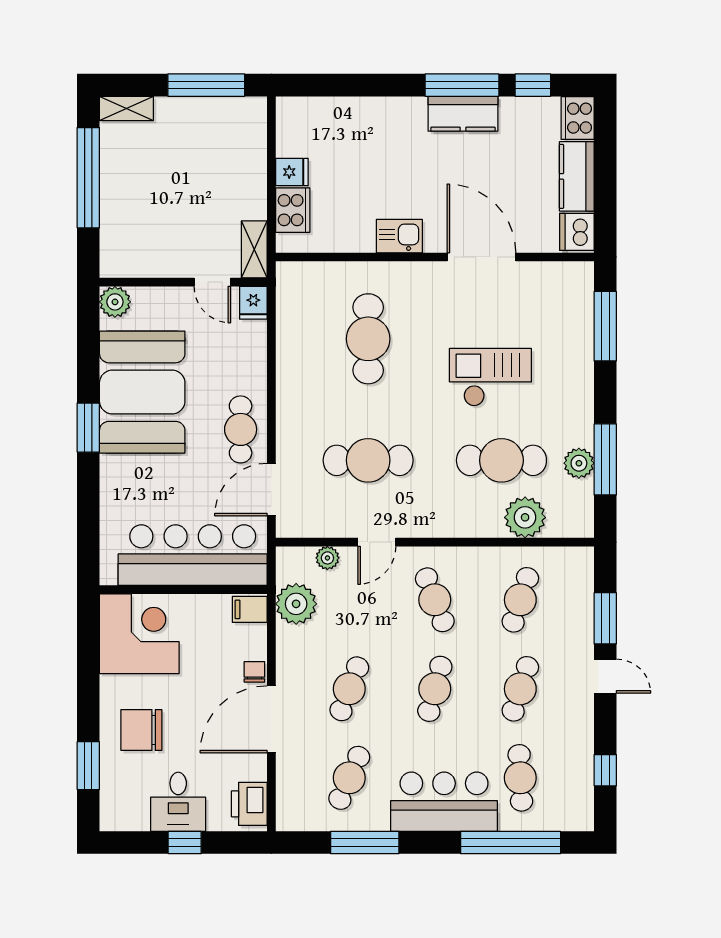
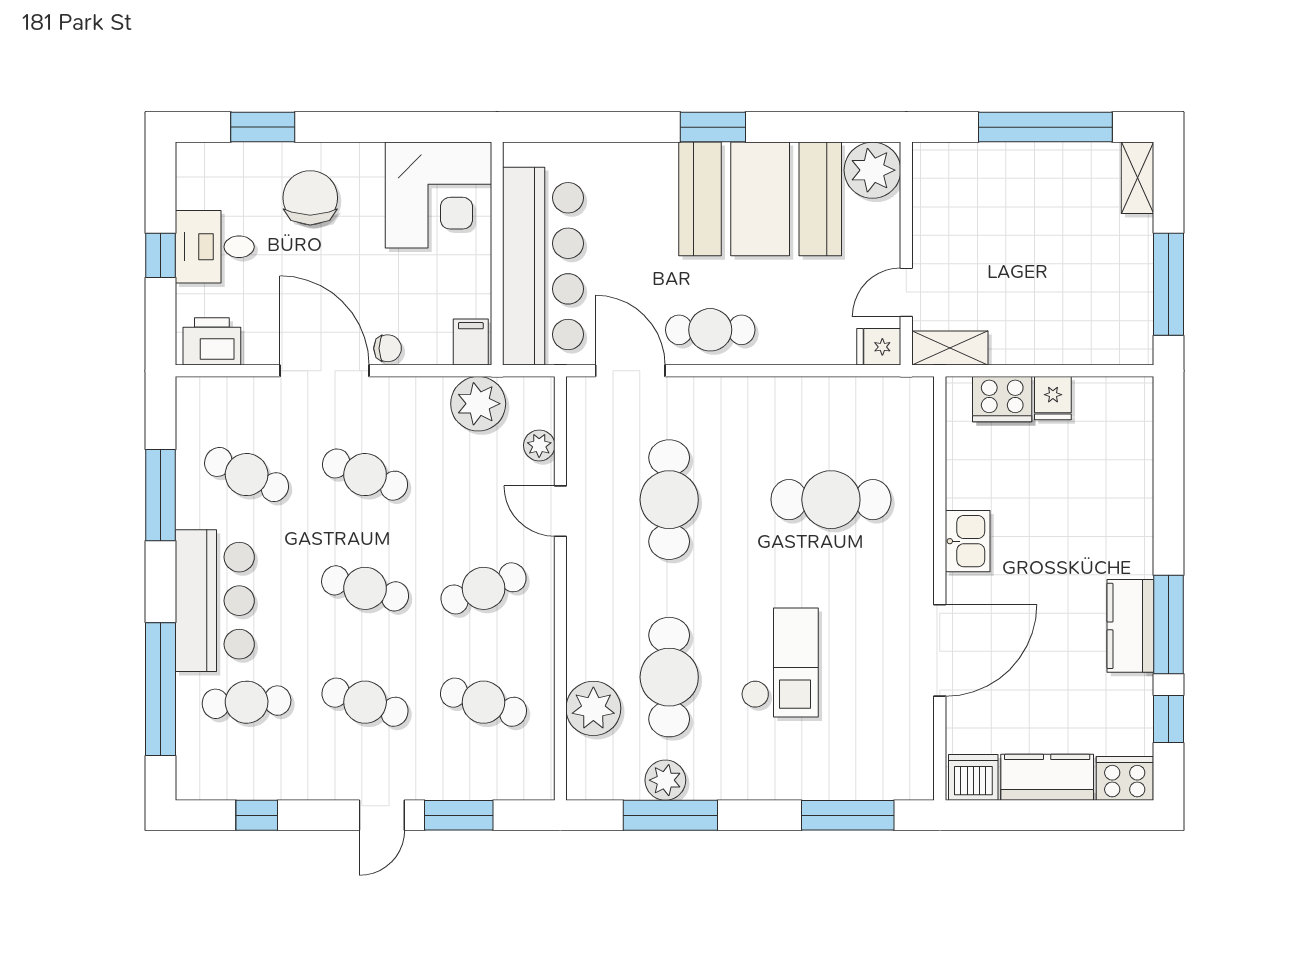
plant: (115, 302) -> (872, 170), width x1.36, depth x1.36

